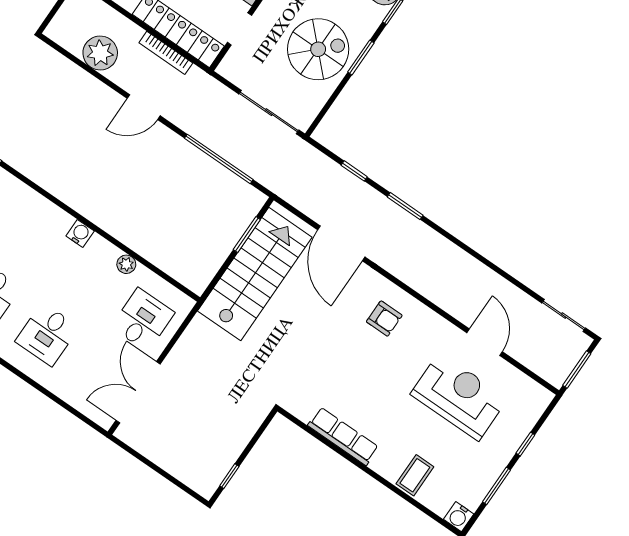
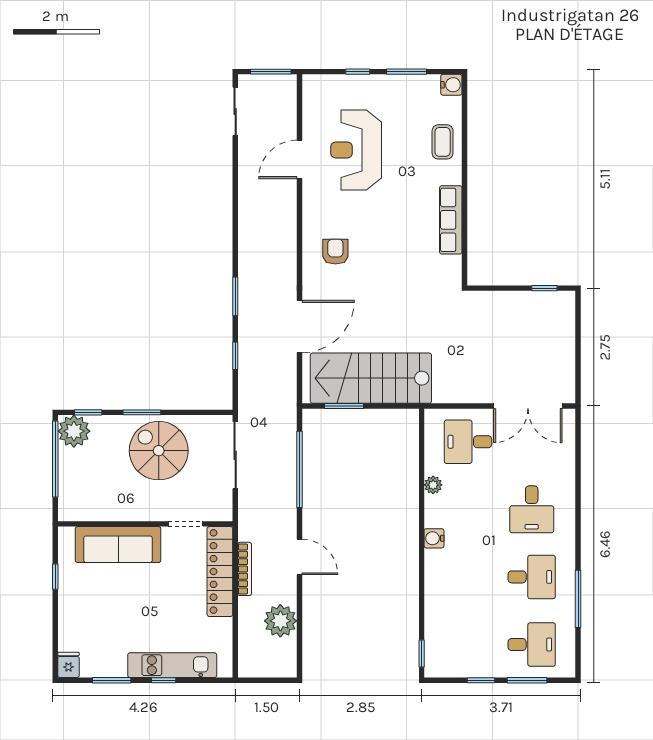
desk: (47, 334) -> (532, 509), turned 90
coffee table: (415, 475) -> (443, 142), turned 90

